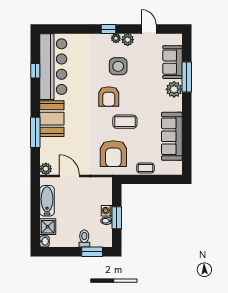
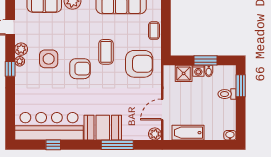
shower: (48, 227) -> (184, 73), moved

